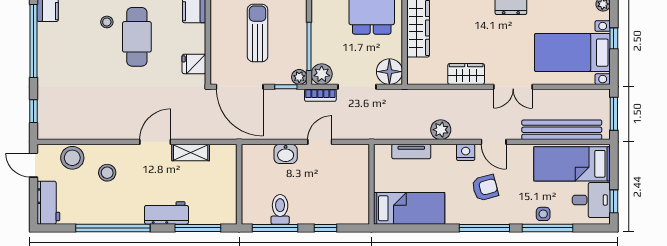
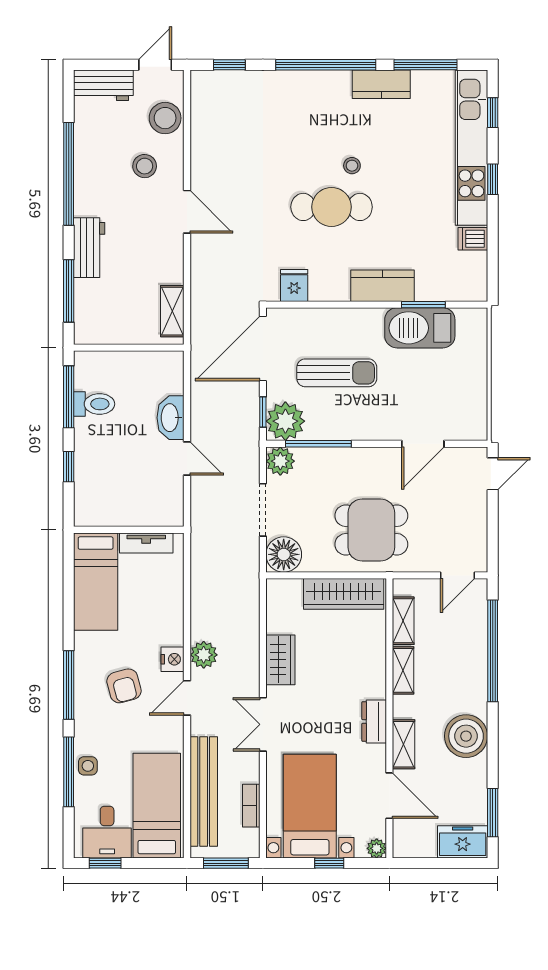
plant: (299, 77) -> (285, 421), width x1.87, depth x1.87
bookcase: (320, 95) -> (251, 806), moved
plant: (441, 130) -> (204, 655), moved
door: (155, 142) -> (187, 212), moved
tv unit: (411, 151) -> (146, 543), moved, turned -90
shelving: (191, 153) -> (172, 311), moved
washbasin: (286, 154) -> (170, 418), width x1.38

